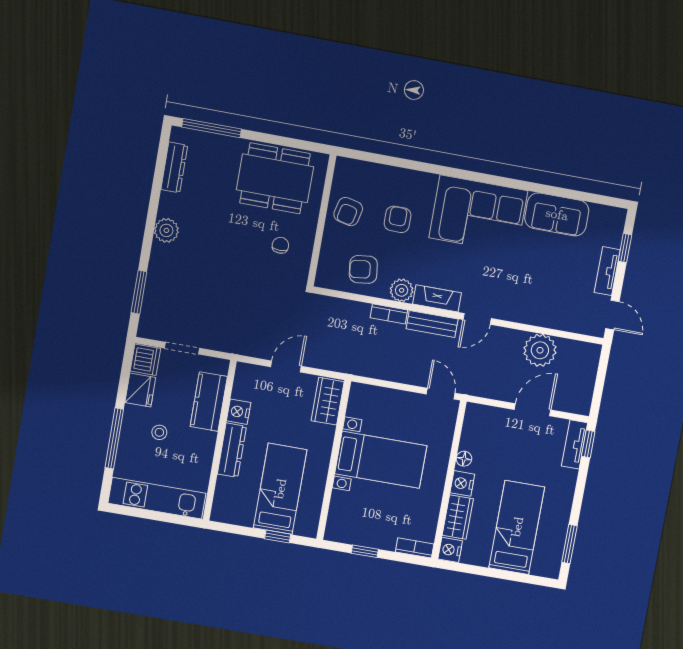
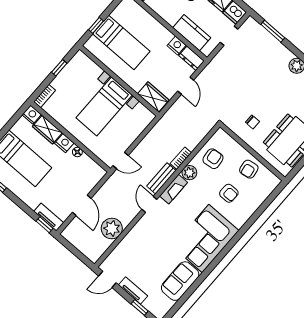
armchair: (348, 212) -> (249, 169), turned -112
dresser: (232, 450) -> (192, 58), moved, width x0.70

